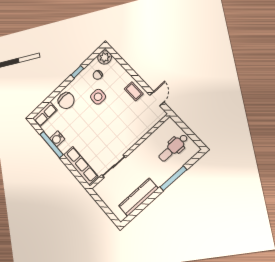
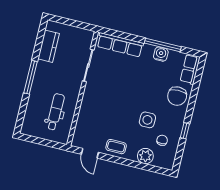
plant: (105, 57) -> (145, 156), moved
chair: (66, 101) -> (177, 96), turned -90
dental chair: (173, 148) -> (56, 112), moved
window: (173, 178) -> (31, 77), moved
kitchen counter: (138, 197) -> (49, 46), width x0.67

